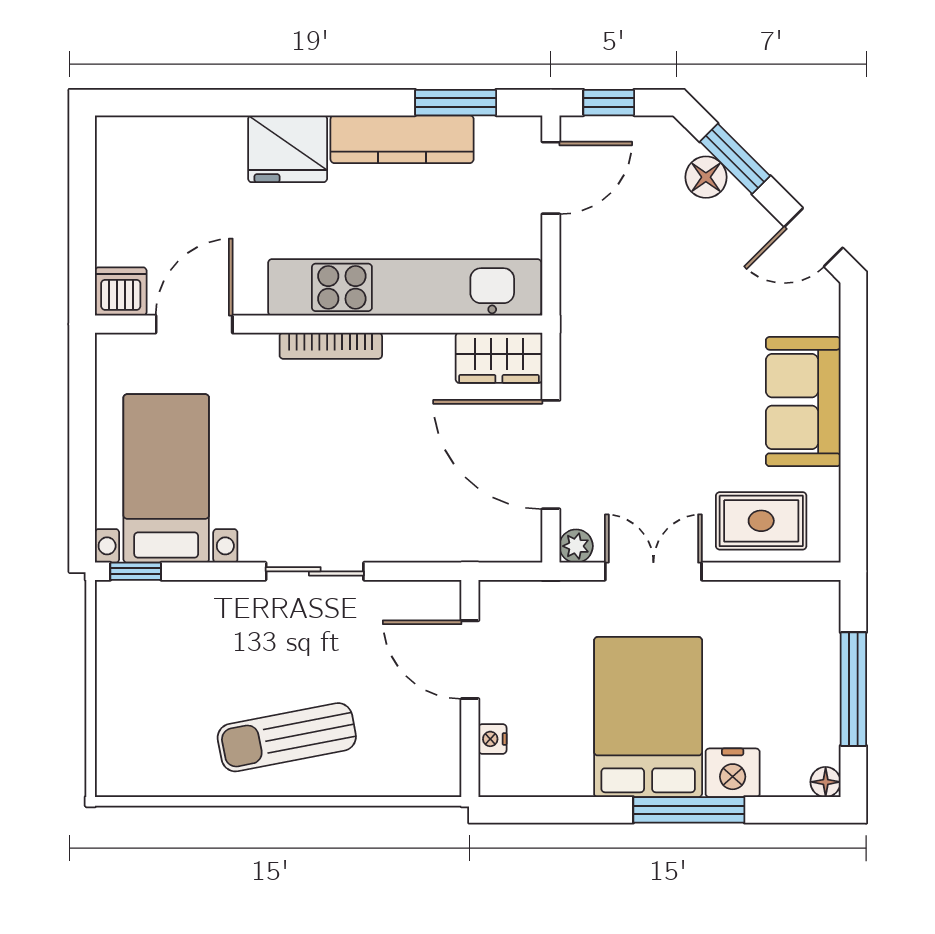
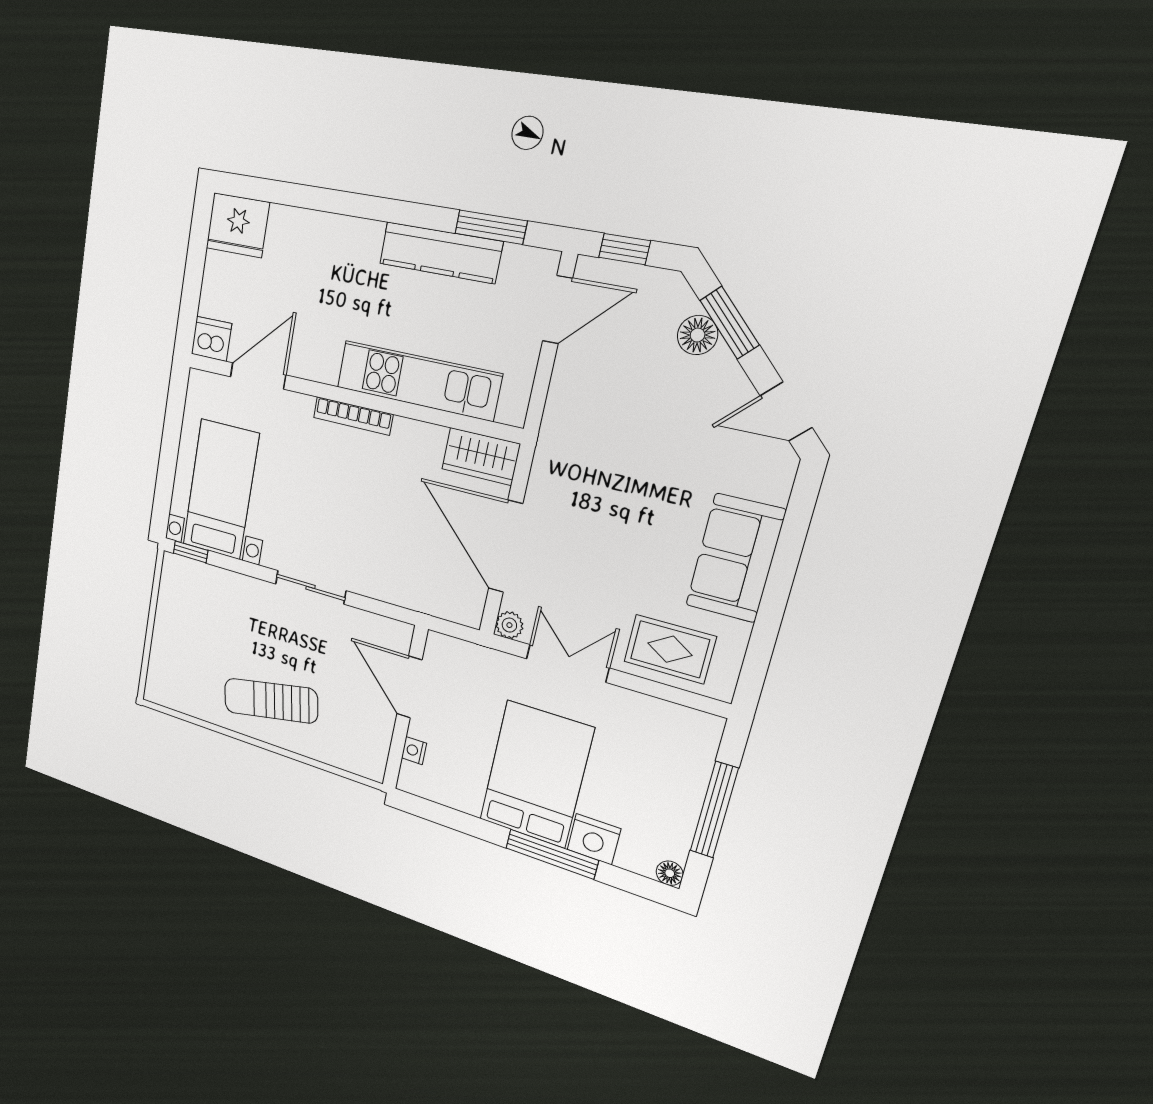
fridge: (288, 149) -> (238, 225), moved
kitchen unit: (405, 287) -> (418, 381), width x0.73

